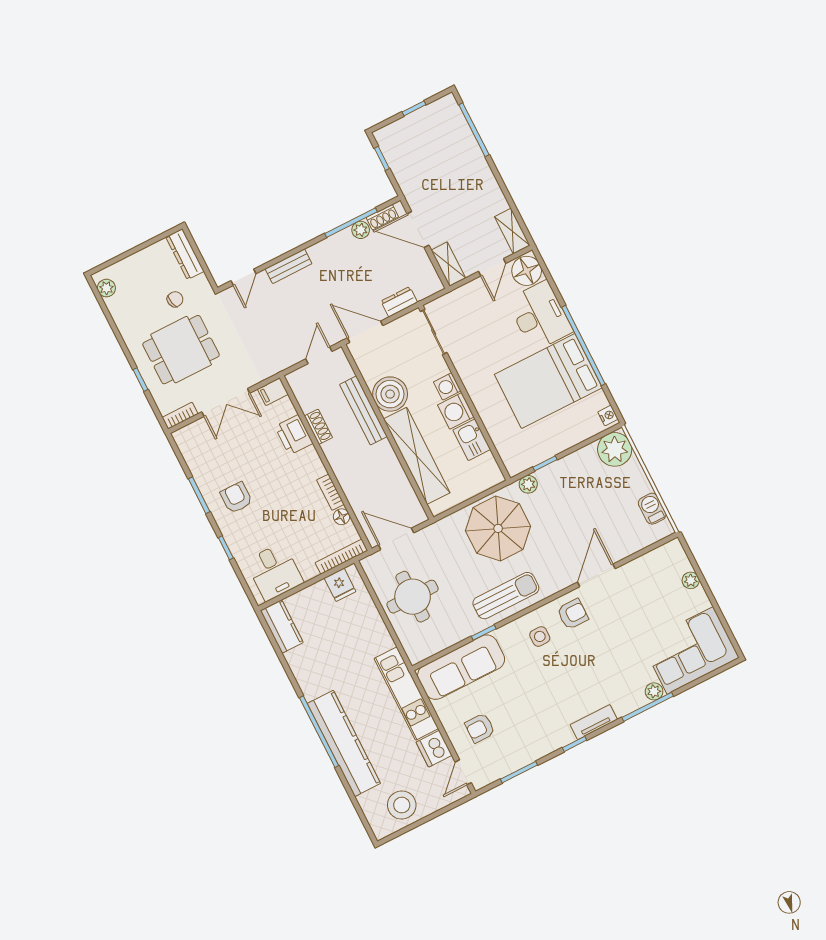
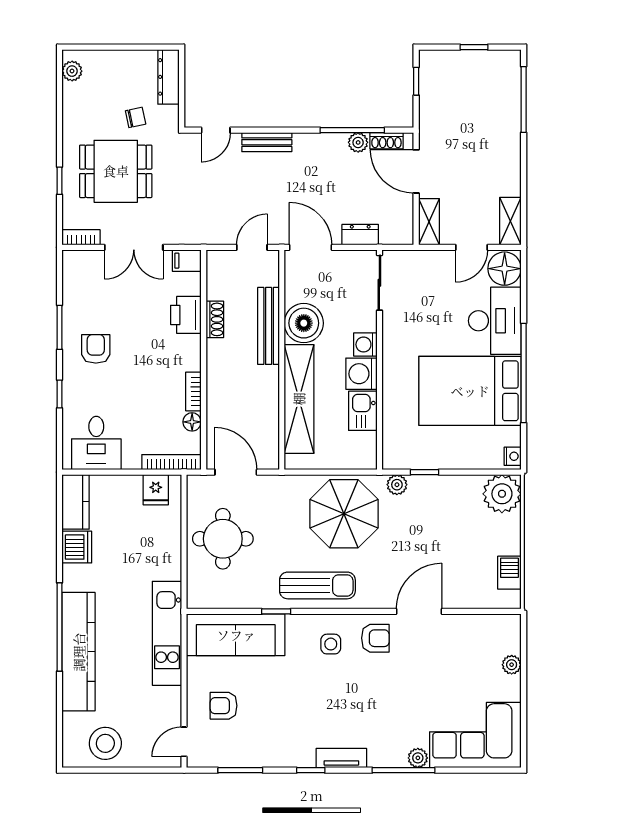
dishwasher: (434, 749) -> (77, 547), moved, turned 180

